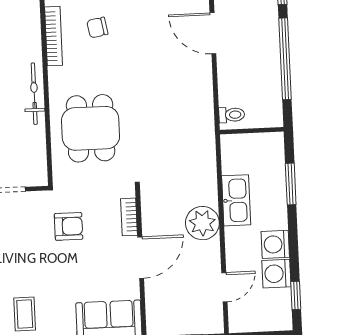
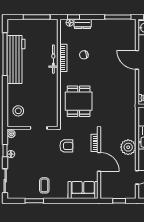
bicycle: (34, 94) -> (53, 59), moved
door: (141, 258) -> (99, 162), hinge flipped

